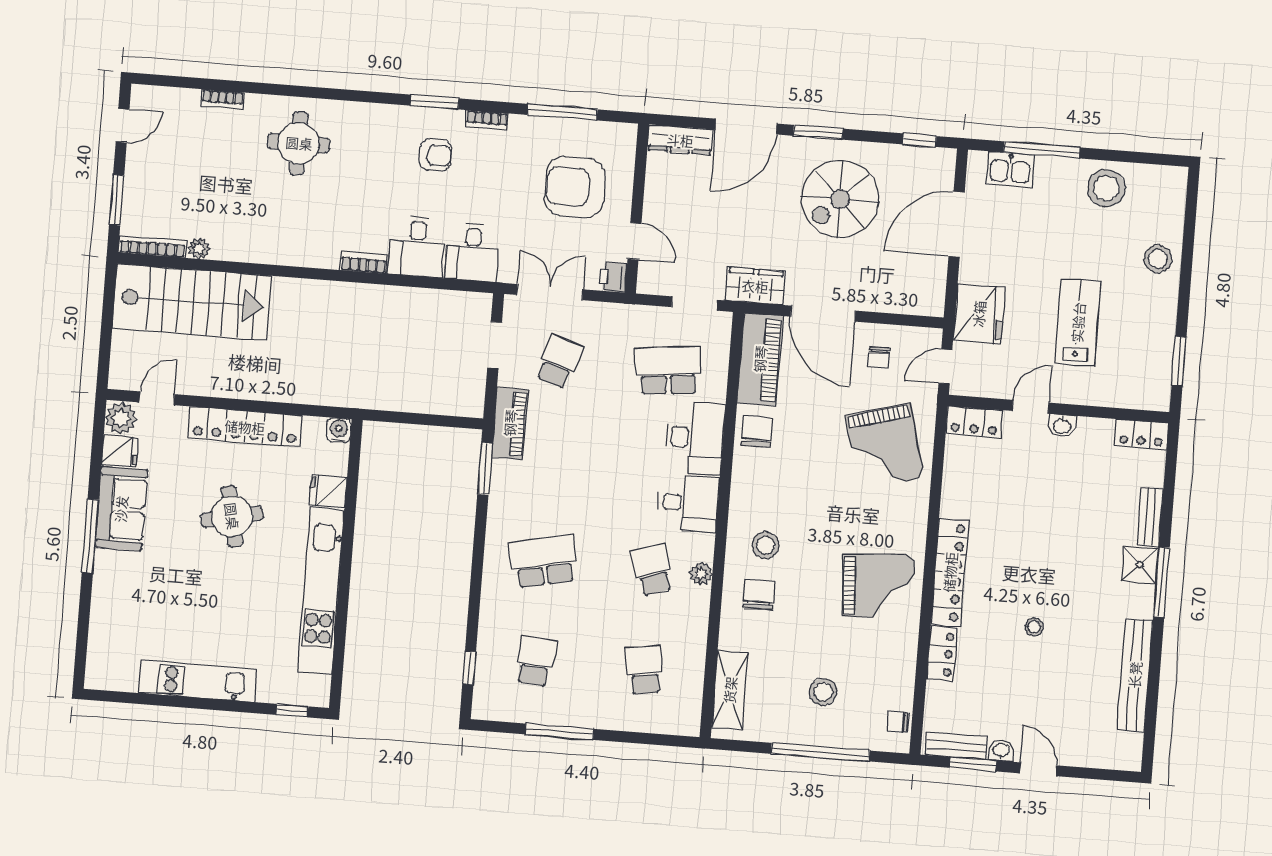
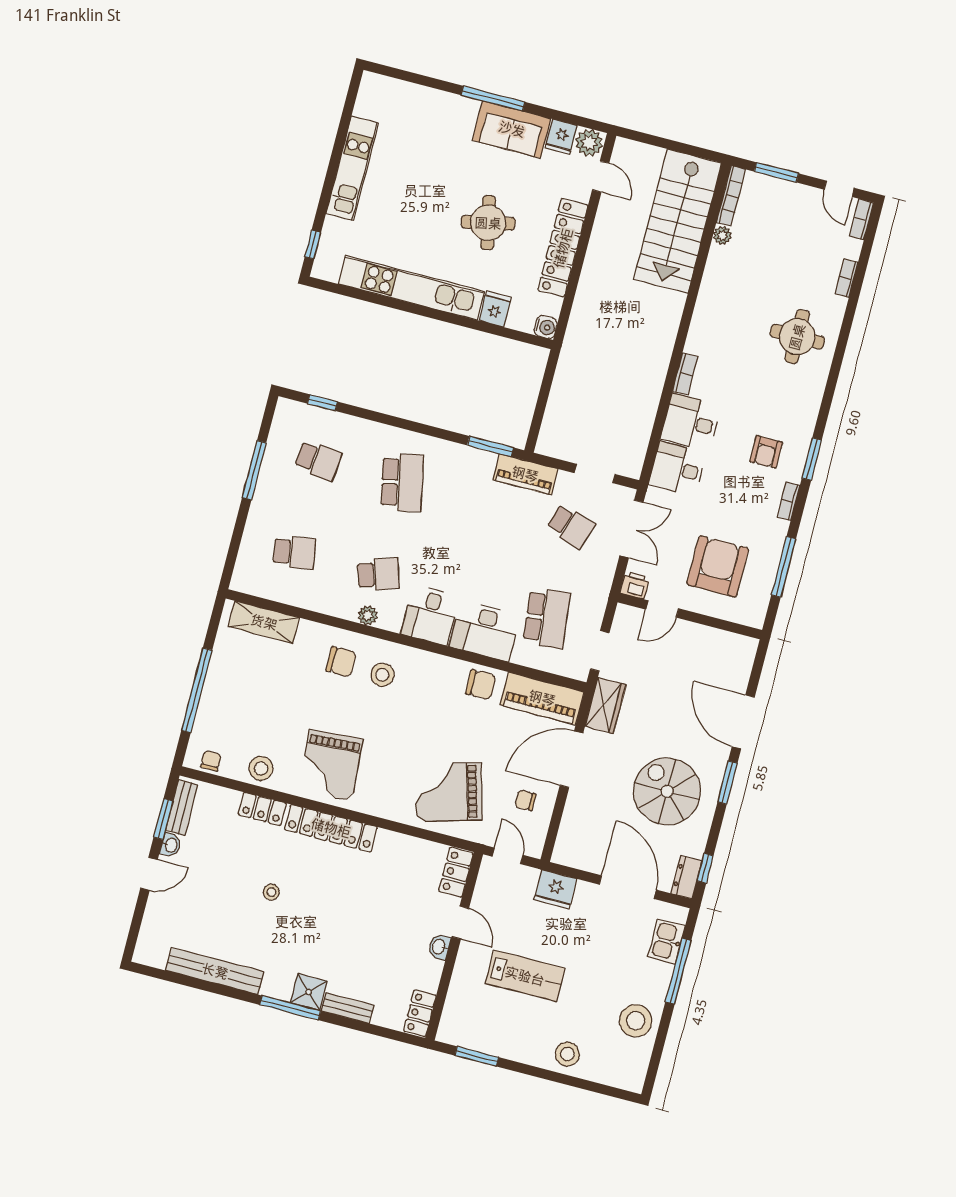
bookcase: (153, 94) -> (861, 219), added
dresser: (680, 140) -> (686, 877), moved, width x0.70
fridge: (979, 314) -> (555, 889), width x0.73, depth x0.75
stool: (823, 692) -> (261, 768), moved

